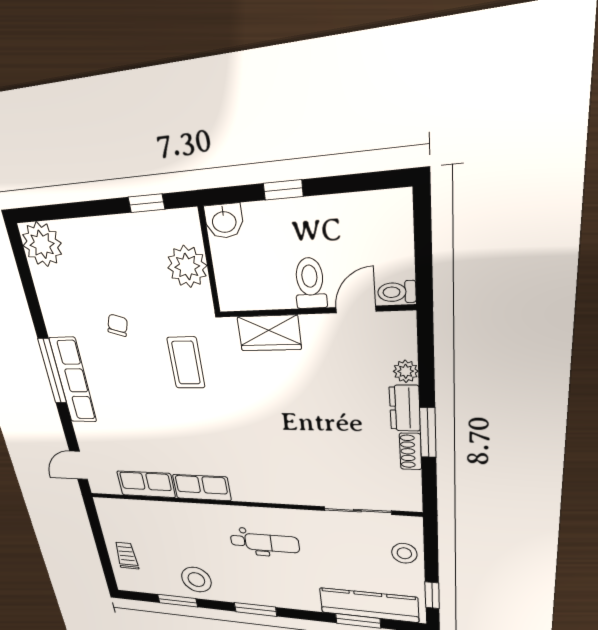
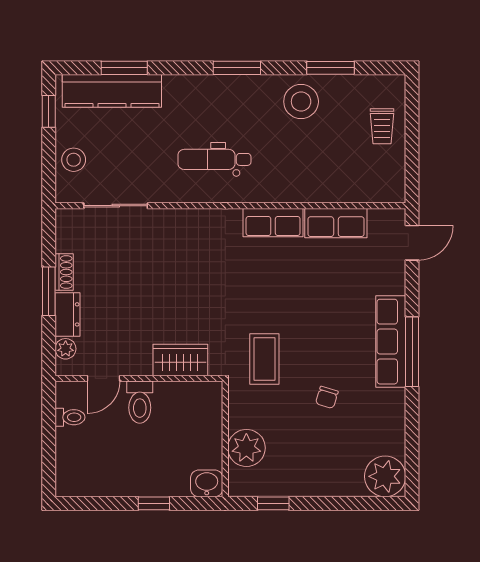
toilet: (310, 283) -> (140, 402), moved
door: (356, 309) -> (104, 378), moved
wall: (314, 311) -> (139, 378), moved
wardrobe: (269, 333) -> (180, 360), moved

